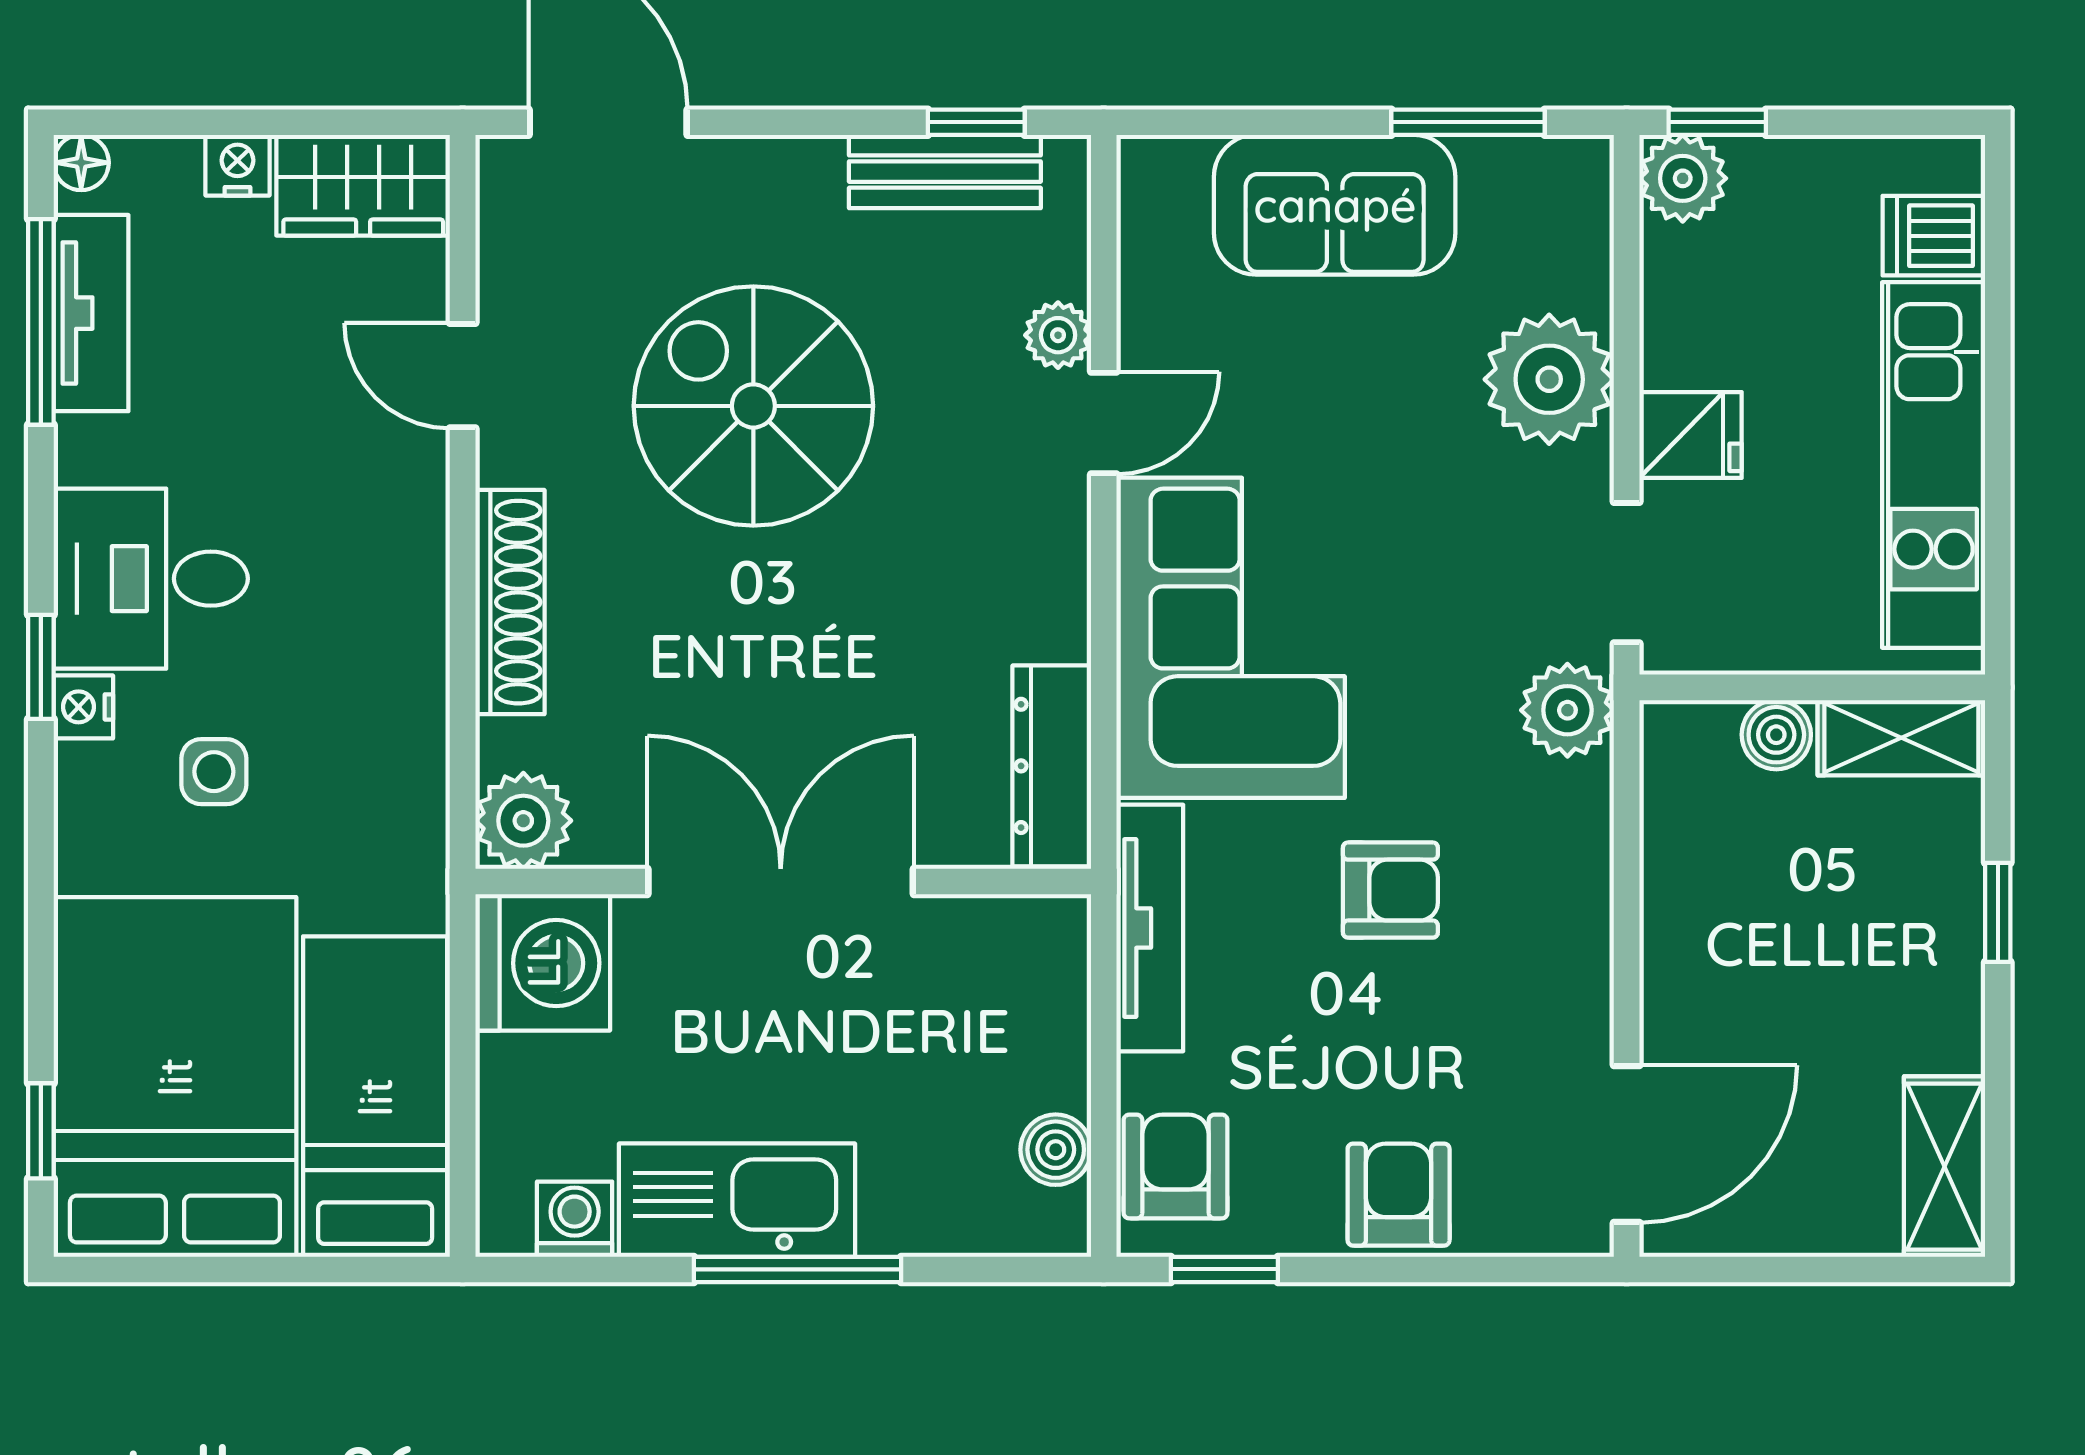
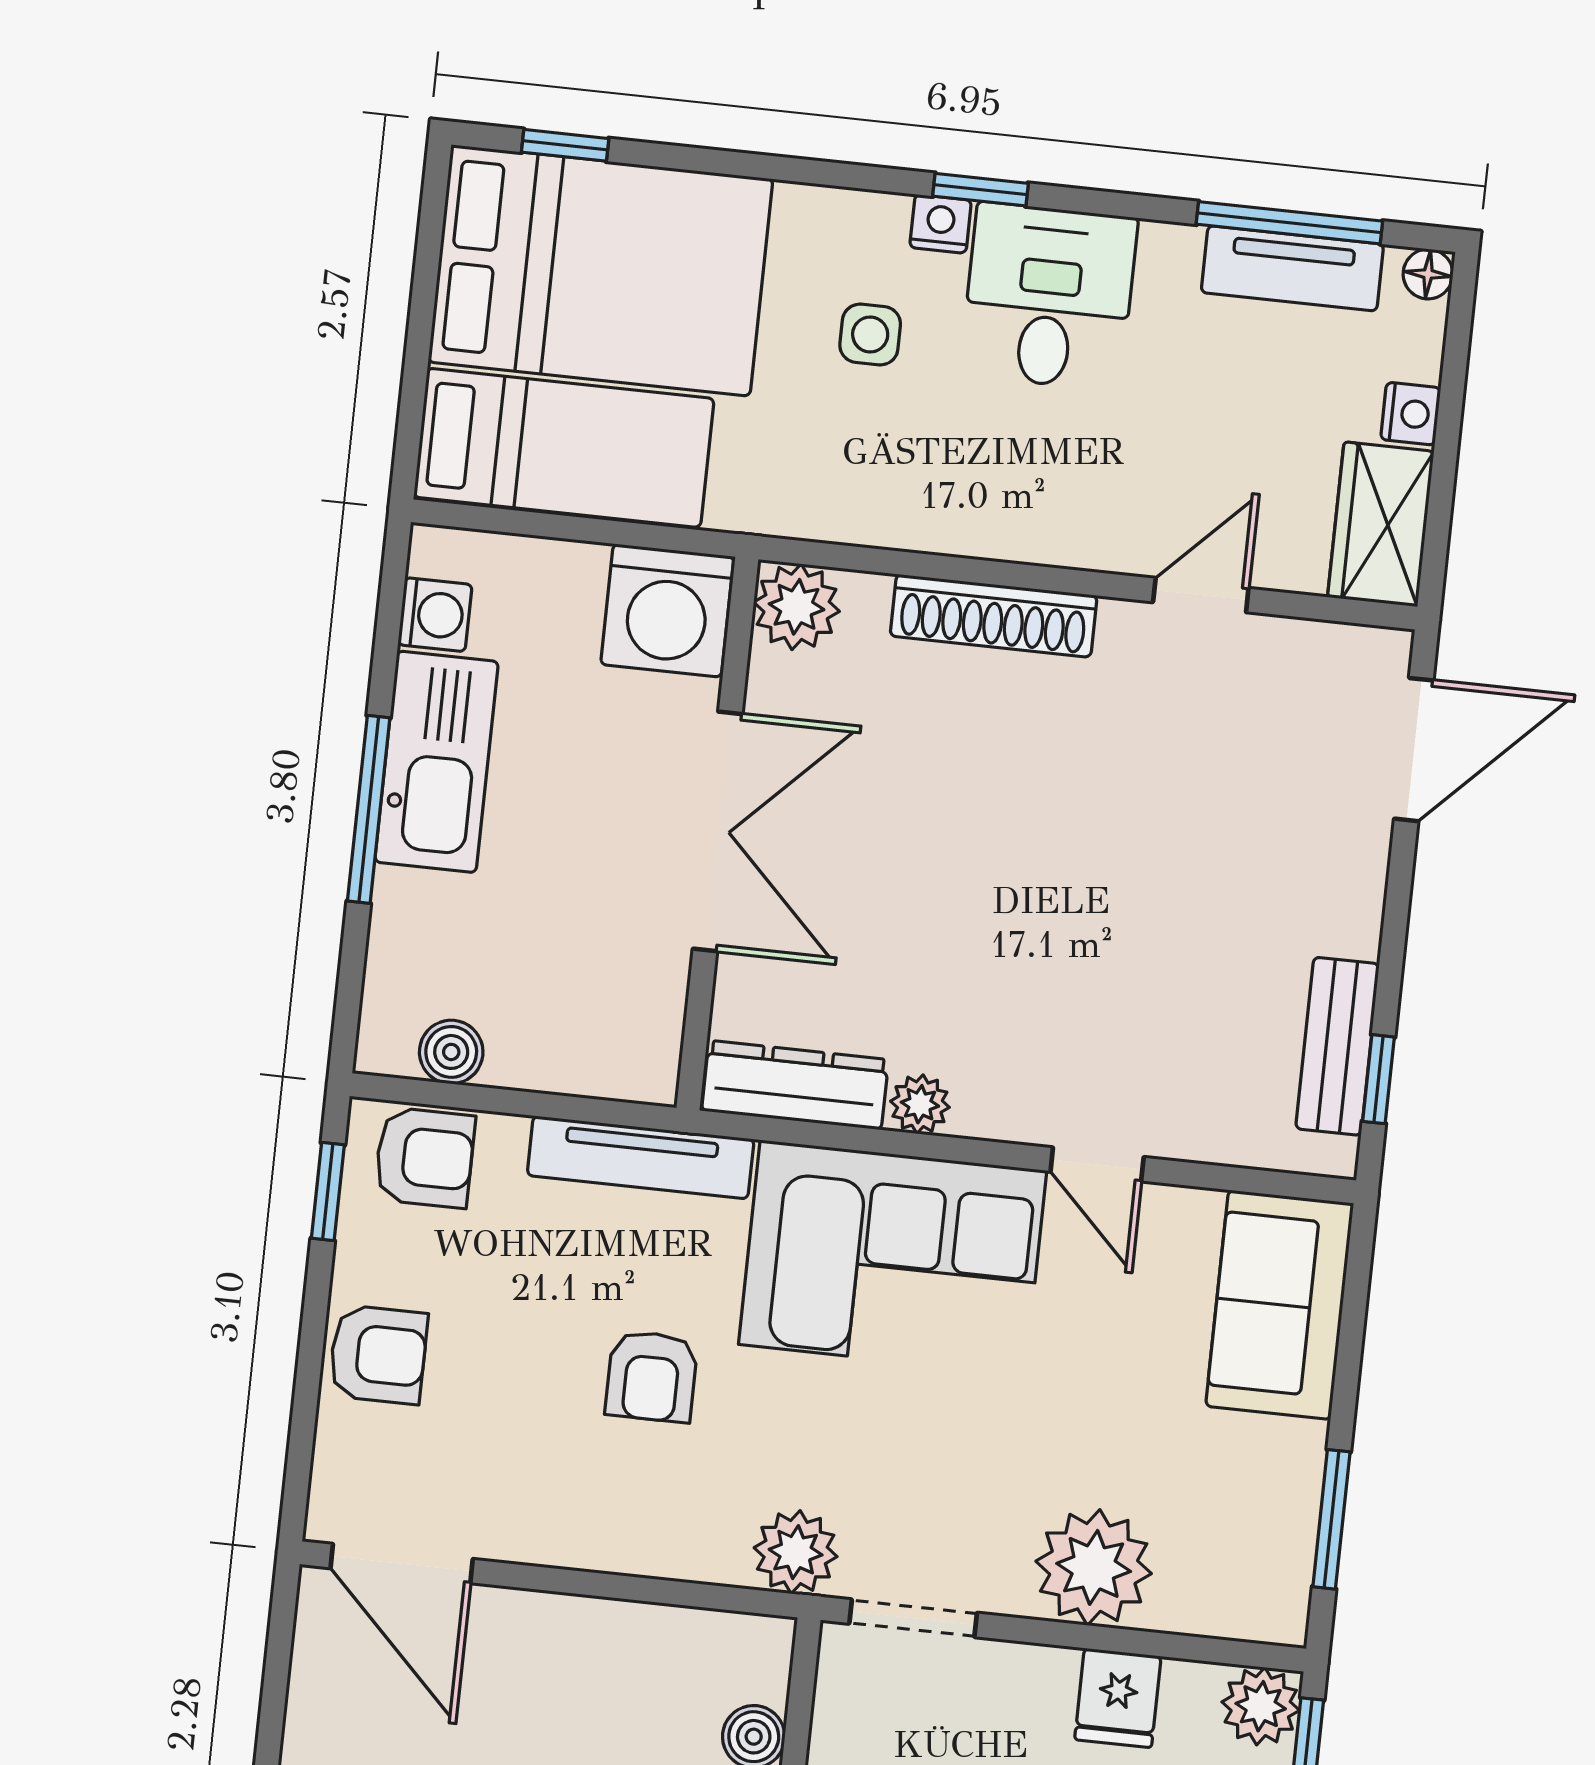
sofa: (1335, 205) -> (1280, 1305), moved
plant: (1058, 335) -> (920, 1104), moved
spiral stairs: (753, 406) -> (1146, 852), removed
fridge: (1690, 435) -> (1118, 1698), moved

